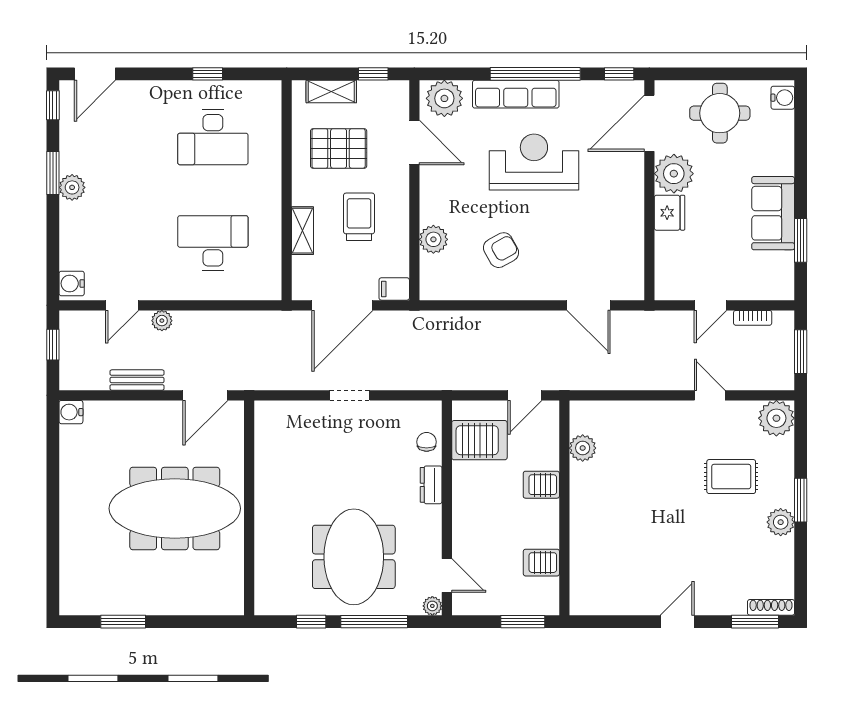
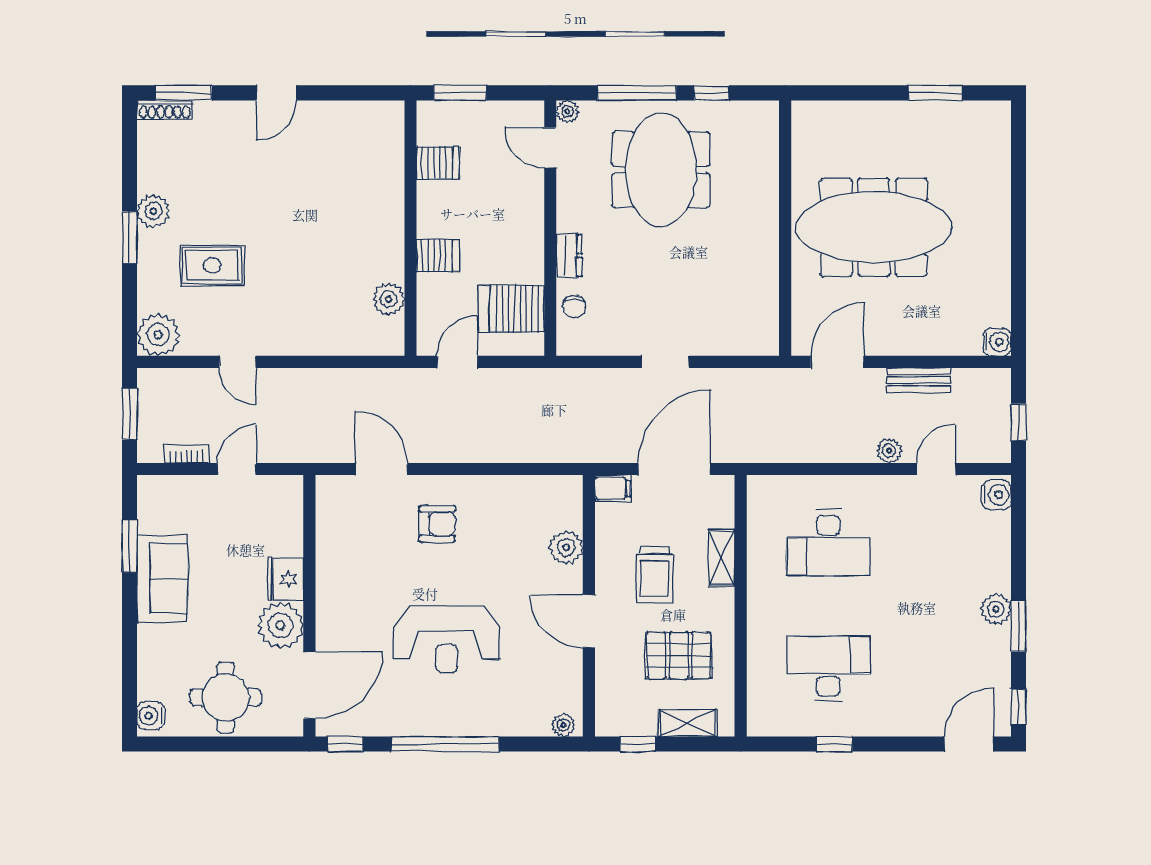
row of seats: (516, 94) -> (468, 720), removed
plant: (444, 98) -> (563, 725), width x0.53, depth x0.53
door: (414, 142) -> (589, 621), moved
armchair: (501, 250) -> (437, 524), moved, turned -151

